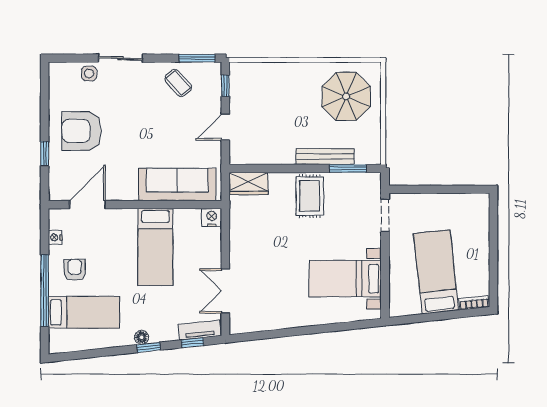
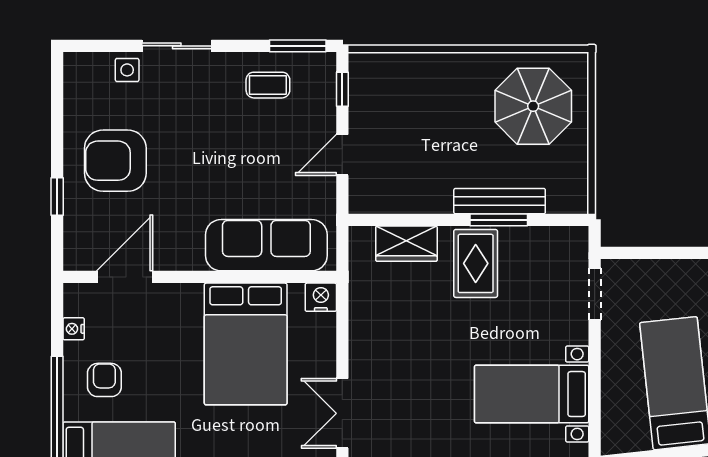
coffee table: (178, 83) -> (268, 85), turned -48
window: (348, 168) -> (499, 220), moved
wardrobe: (248, 183) -> (406, 244), moved
bed: (155, 247) -> (246, 344), width x1.50

